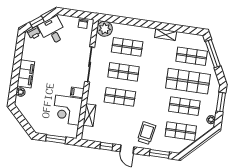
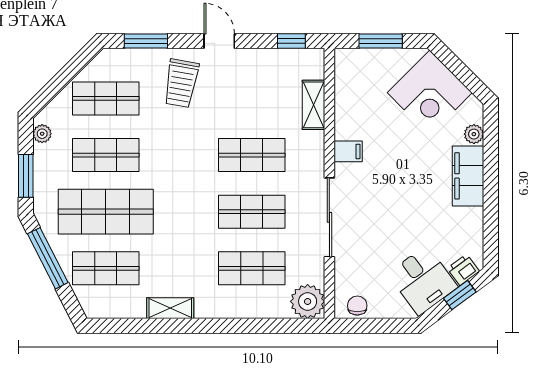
window: (213, 54) -> (48, 258), moved
corner desk: (67, 110) -> (430, 93), moved, turned 135
window: (106, 146) -> (291, 41), moved

